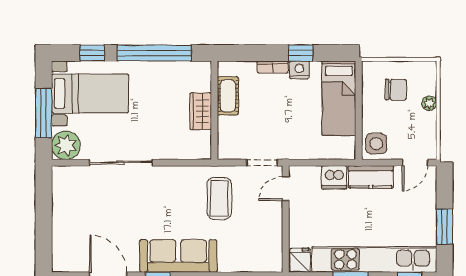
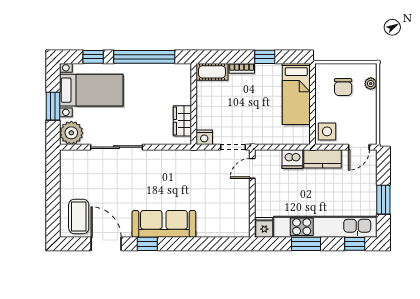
nightstand: (299, 70) -> (204, 137), moved, turned 180
chair: (396, 90) -> (343, 87), turned 89
cot: (228, 96) -> (212, 72), moved, turned 90
plant: (429, 103) -> (371, 84), moved
wardrobe: (201, 111) -> (182, 121), moved
window: (44, 113) -> (53, 106), width x0.69
coffee table: (219, 198) -> (79, 217), moved

